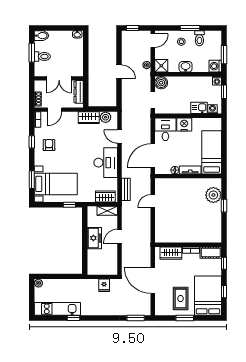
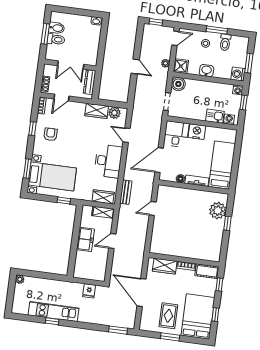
bidet: (41, 36) -> (57, 28), moved
kitchen unit: (57, 309) -> (54, 312), moved

